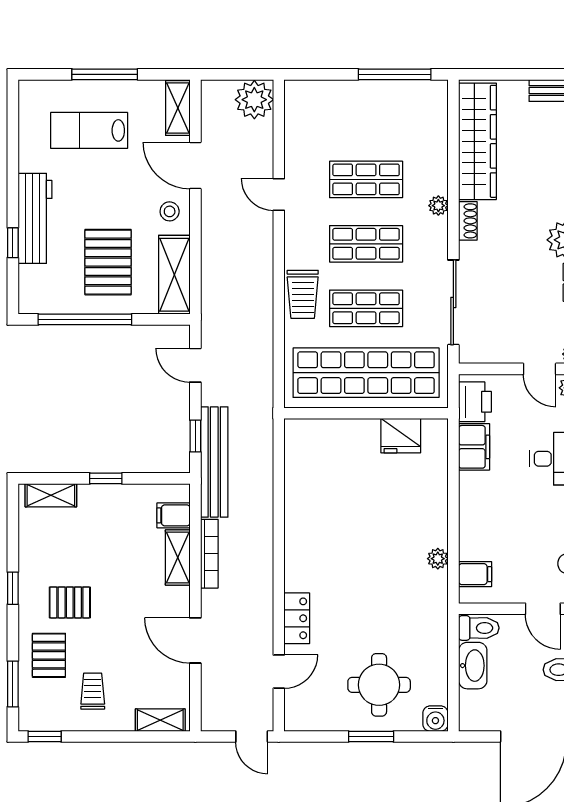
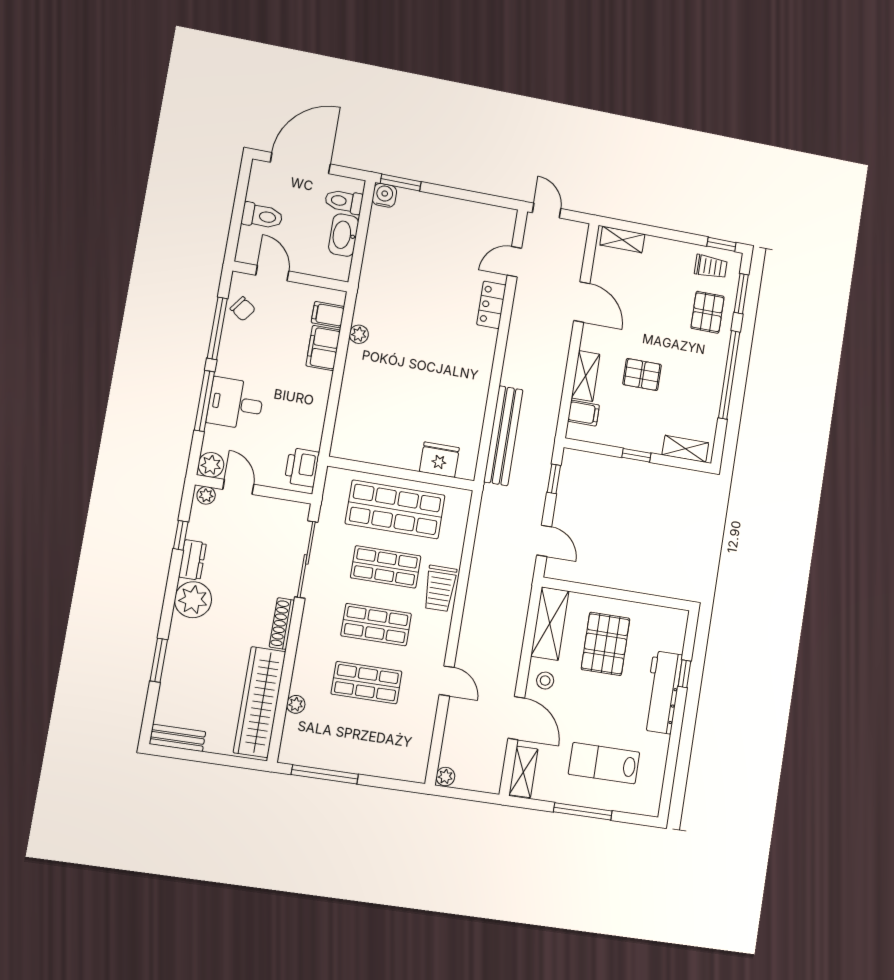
plant: (254, 100) -> (445, 777), width x0.53, depth x0.53
lab bench: (89, 130) -> (604, 763), turned 180
plant: (438, 206) -> (296, 704), moved
shoe rack: (468, 221) -> (282, 624), width x1.43
trolley: (303, 294) -> (440, 588), turned 180
window: (85, 319) -> (633, 597), removed
shop shelf: (366, 373) -> (395, 509), width x0.71
fridge: (401, 436) -> (439, 460), moved
filing cabinet: (474, 447) -> (323, 348), moved
bench: (214, 462) -> (503, 436), moved
bookcase: (209, 554) -> (558, 374), removed
window: (13, 588) -> (729, 375), width x3.17
pallet: (70, 602) -> (642, 375), moved
toilet: (479, 628) -> (344, 201), moved
round table: (379, 685) -> (429, 234), removed
trolley: (93, 691) -> (711, 267), moved, turned -90
window: (371, 736) -> (401, 182), moved

